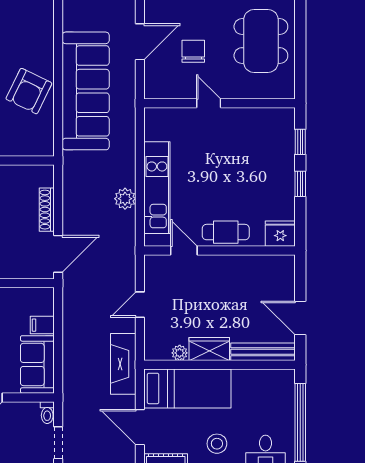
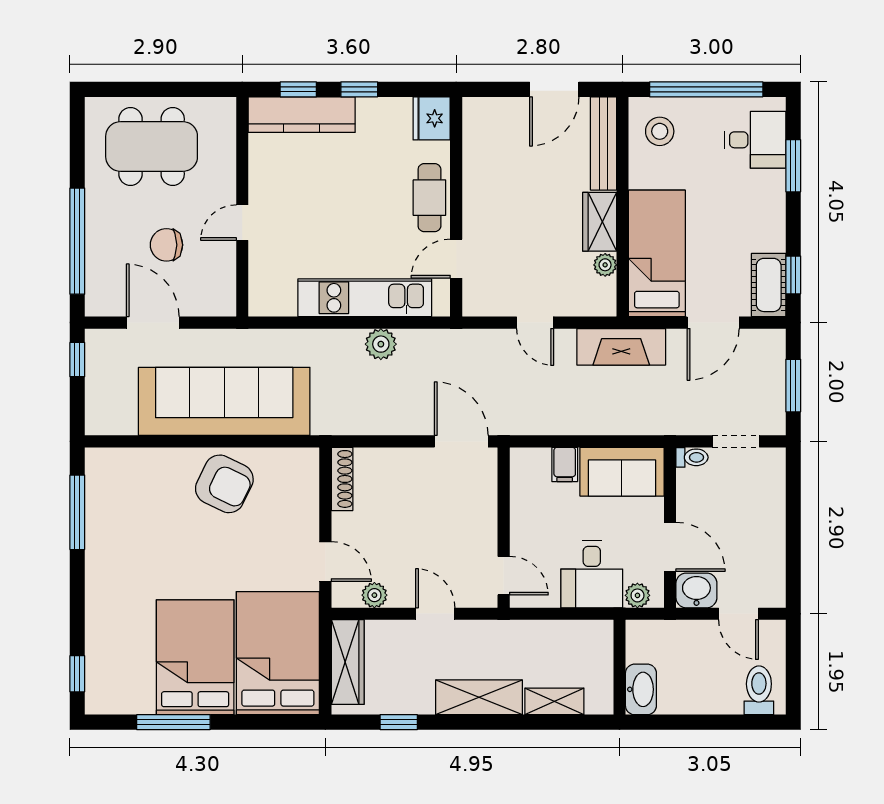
kitchen counter: (283, 144) -> (302, 115), added
shoe rack: (47, 210) -> (342, 479), moved, turned -90
stool: (217, 444) -> (660, 131), moved

